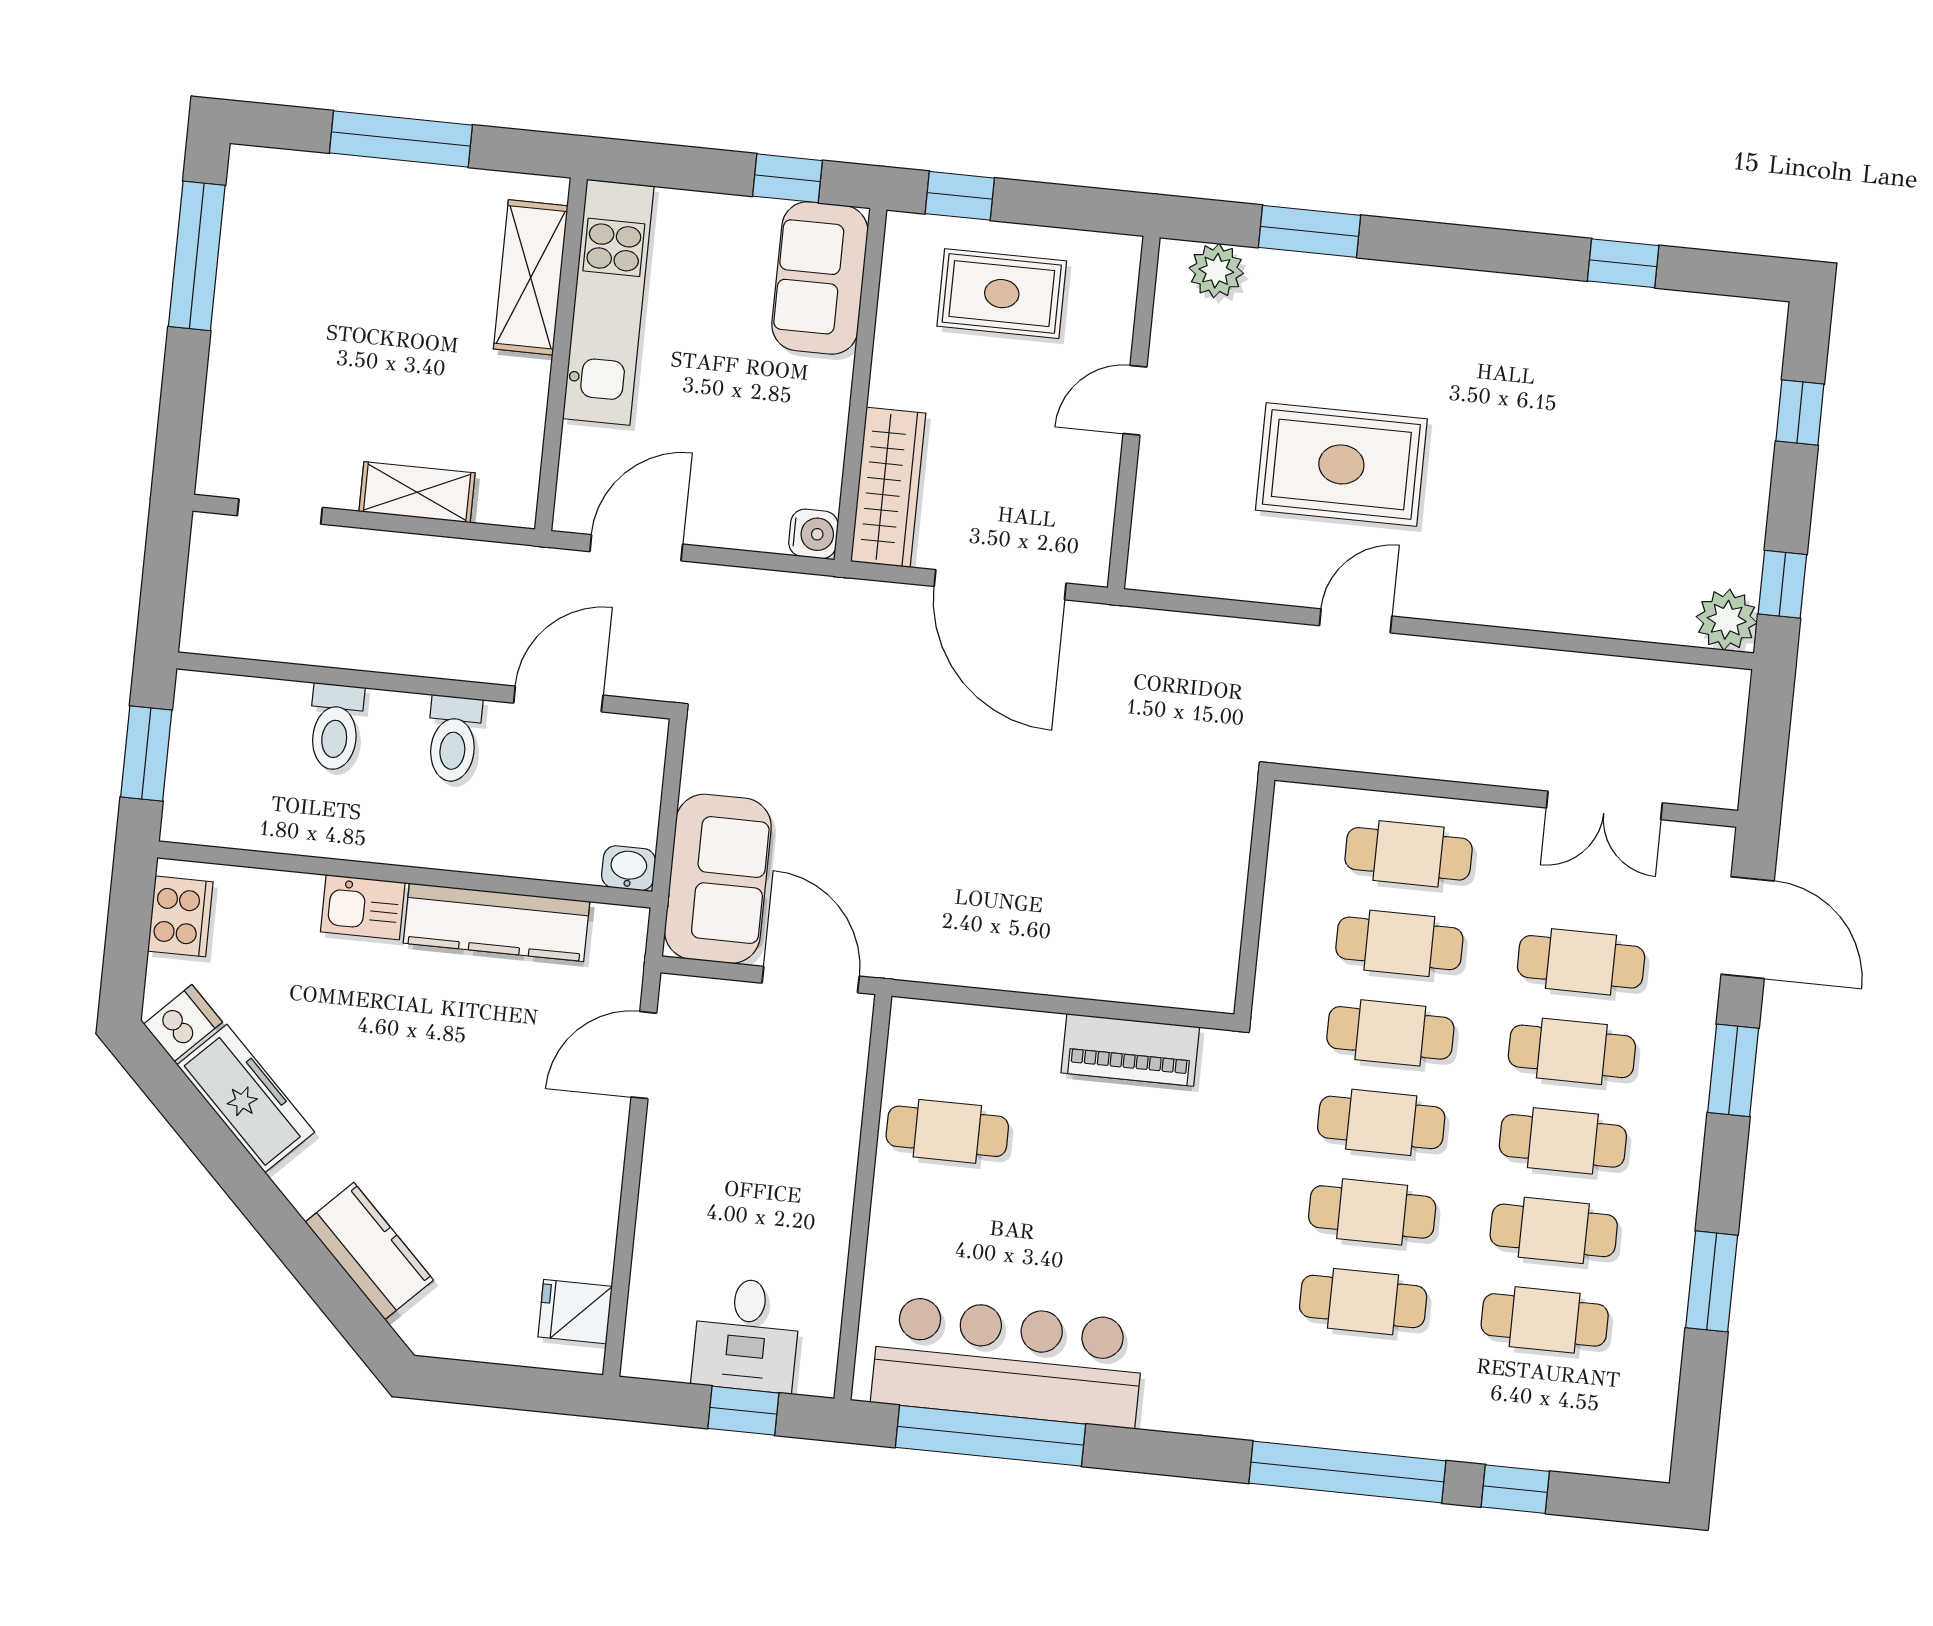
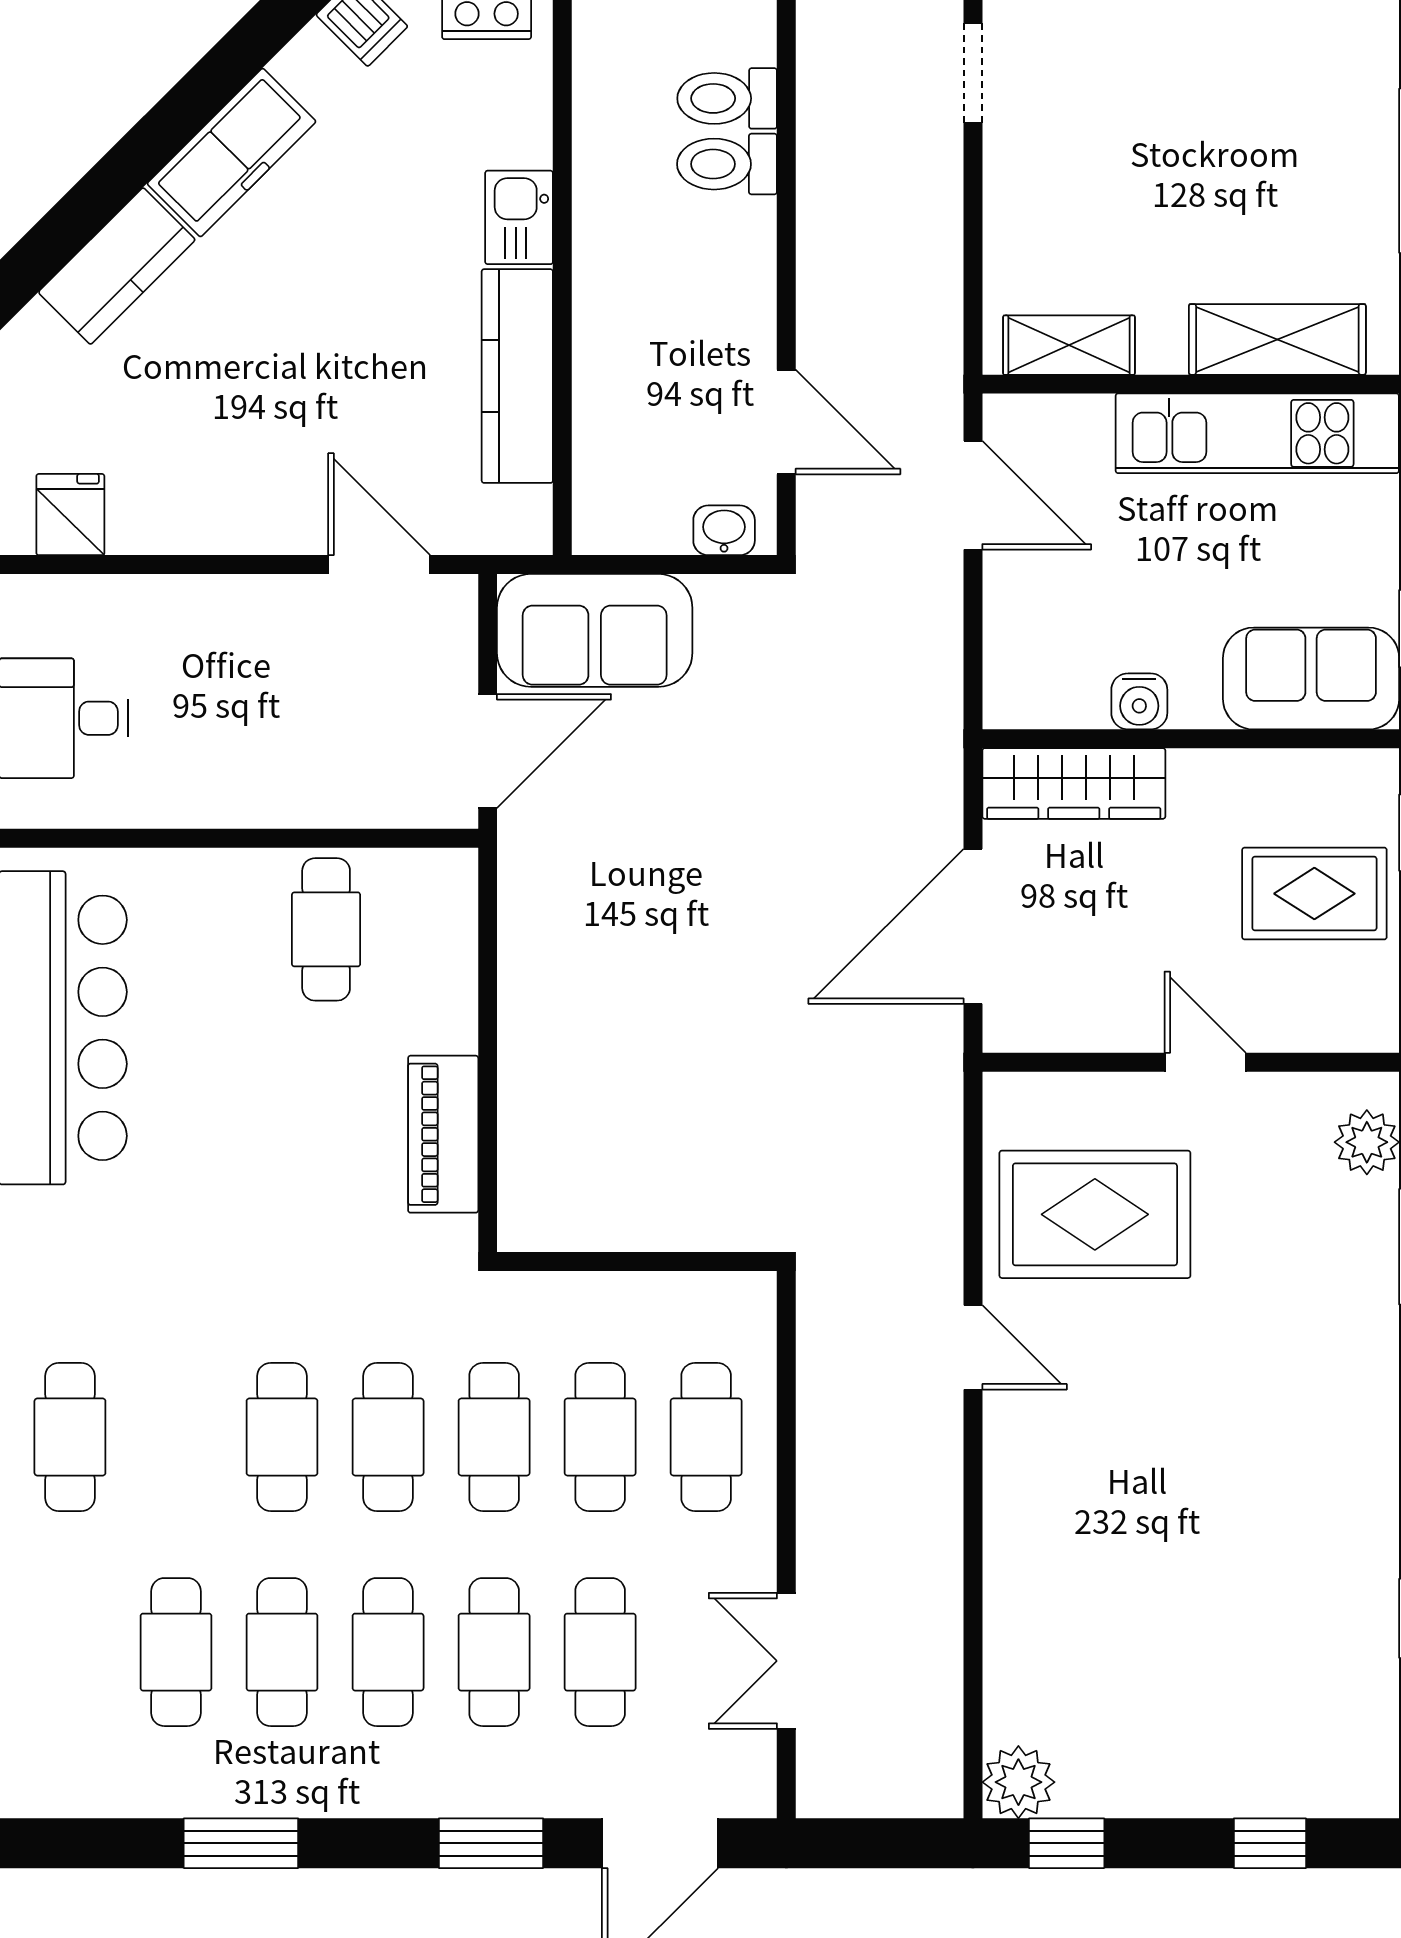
rug: (1002, 294) -> (1314, 894), turned 90
rug: (1341, 464) -> (1095, 1214), moved, turned 90
shelving: (417, 492) -> (1069, 345), moved, turned 90
water cooler: (813, 534) -> (1139, 701), moved
toilet: (454, 739) -> (727, 98), moved
washbasin: (629, 868) -> (724, 530), moved, turned -90
freezer: (246, 1098) -> (232, 153), moved
cafe table: (1363, 1302) -> (70, 1437), moved

